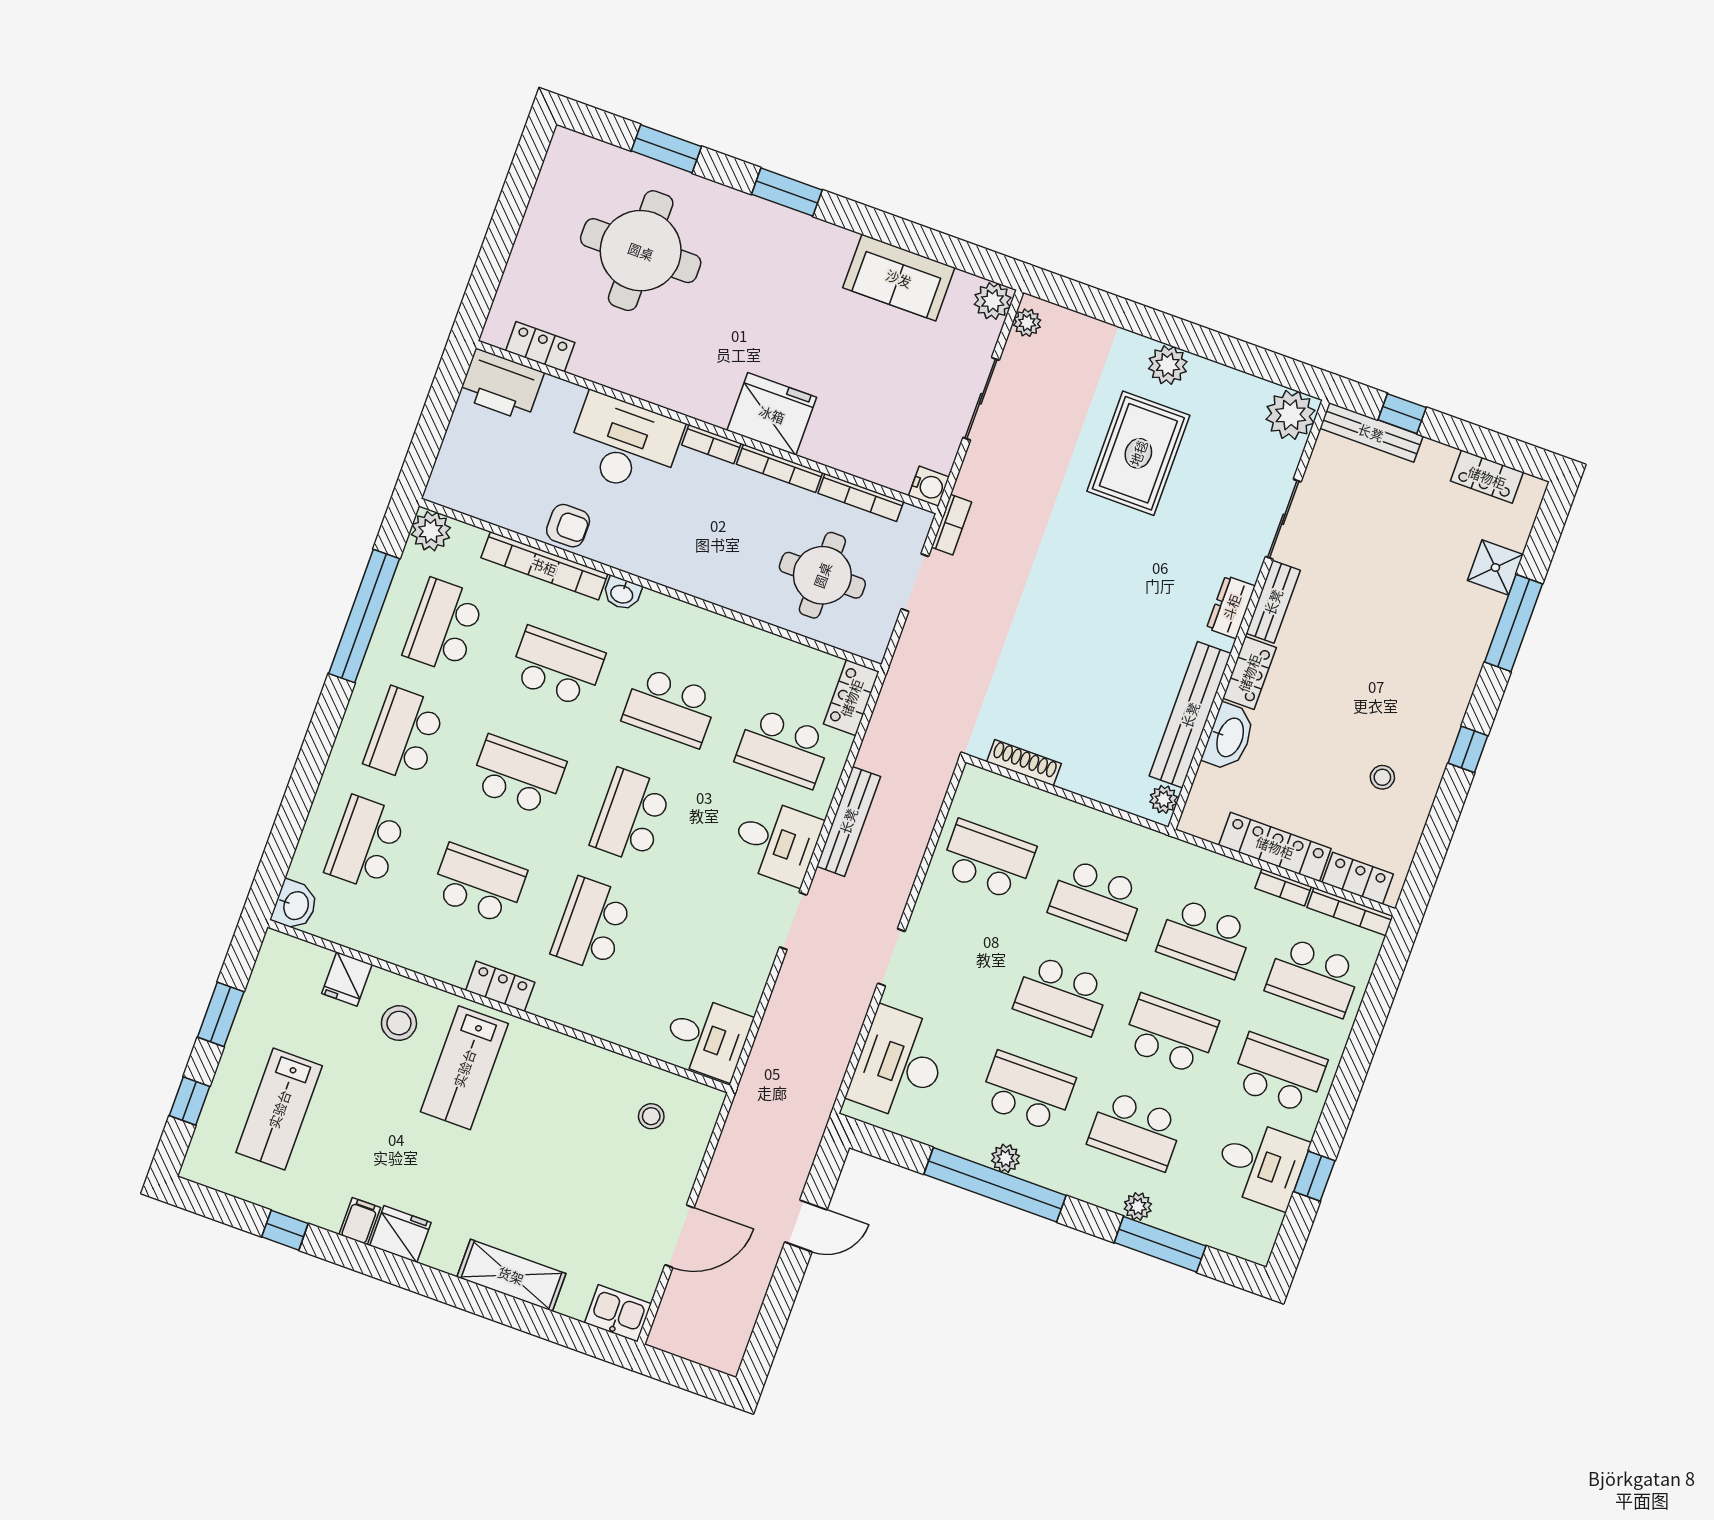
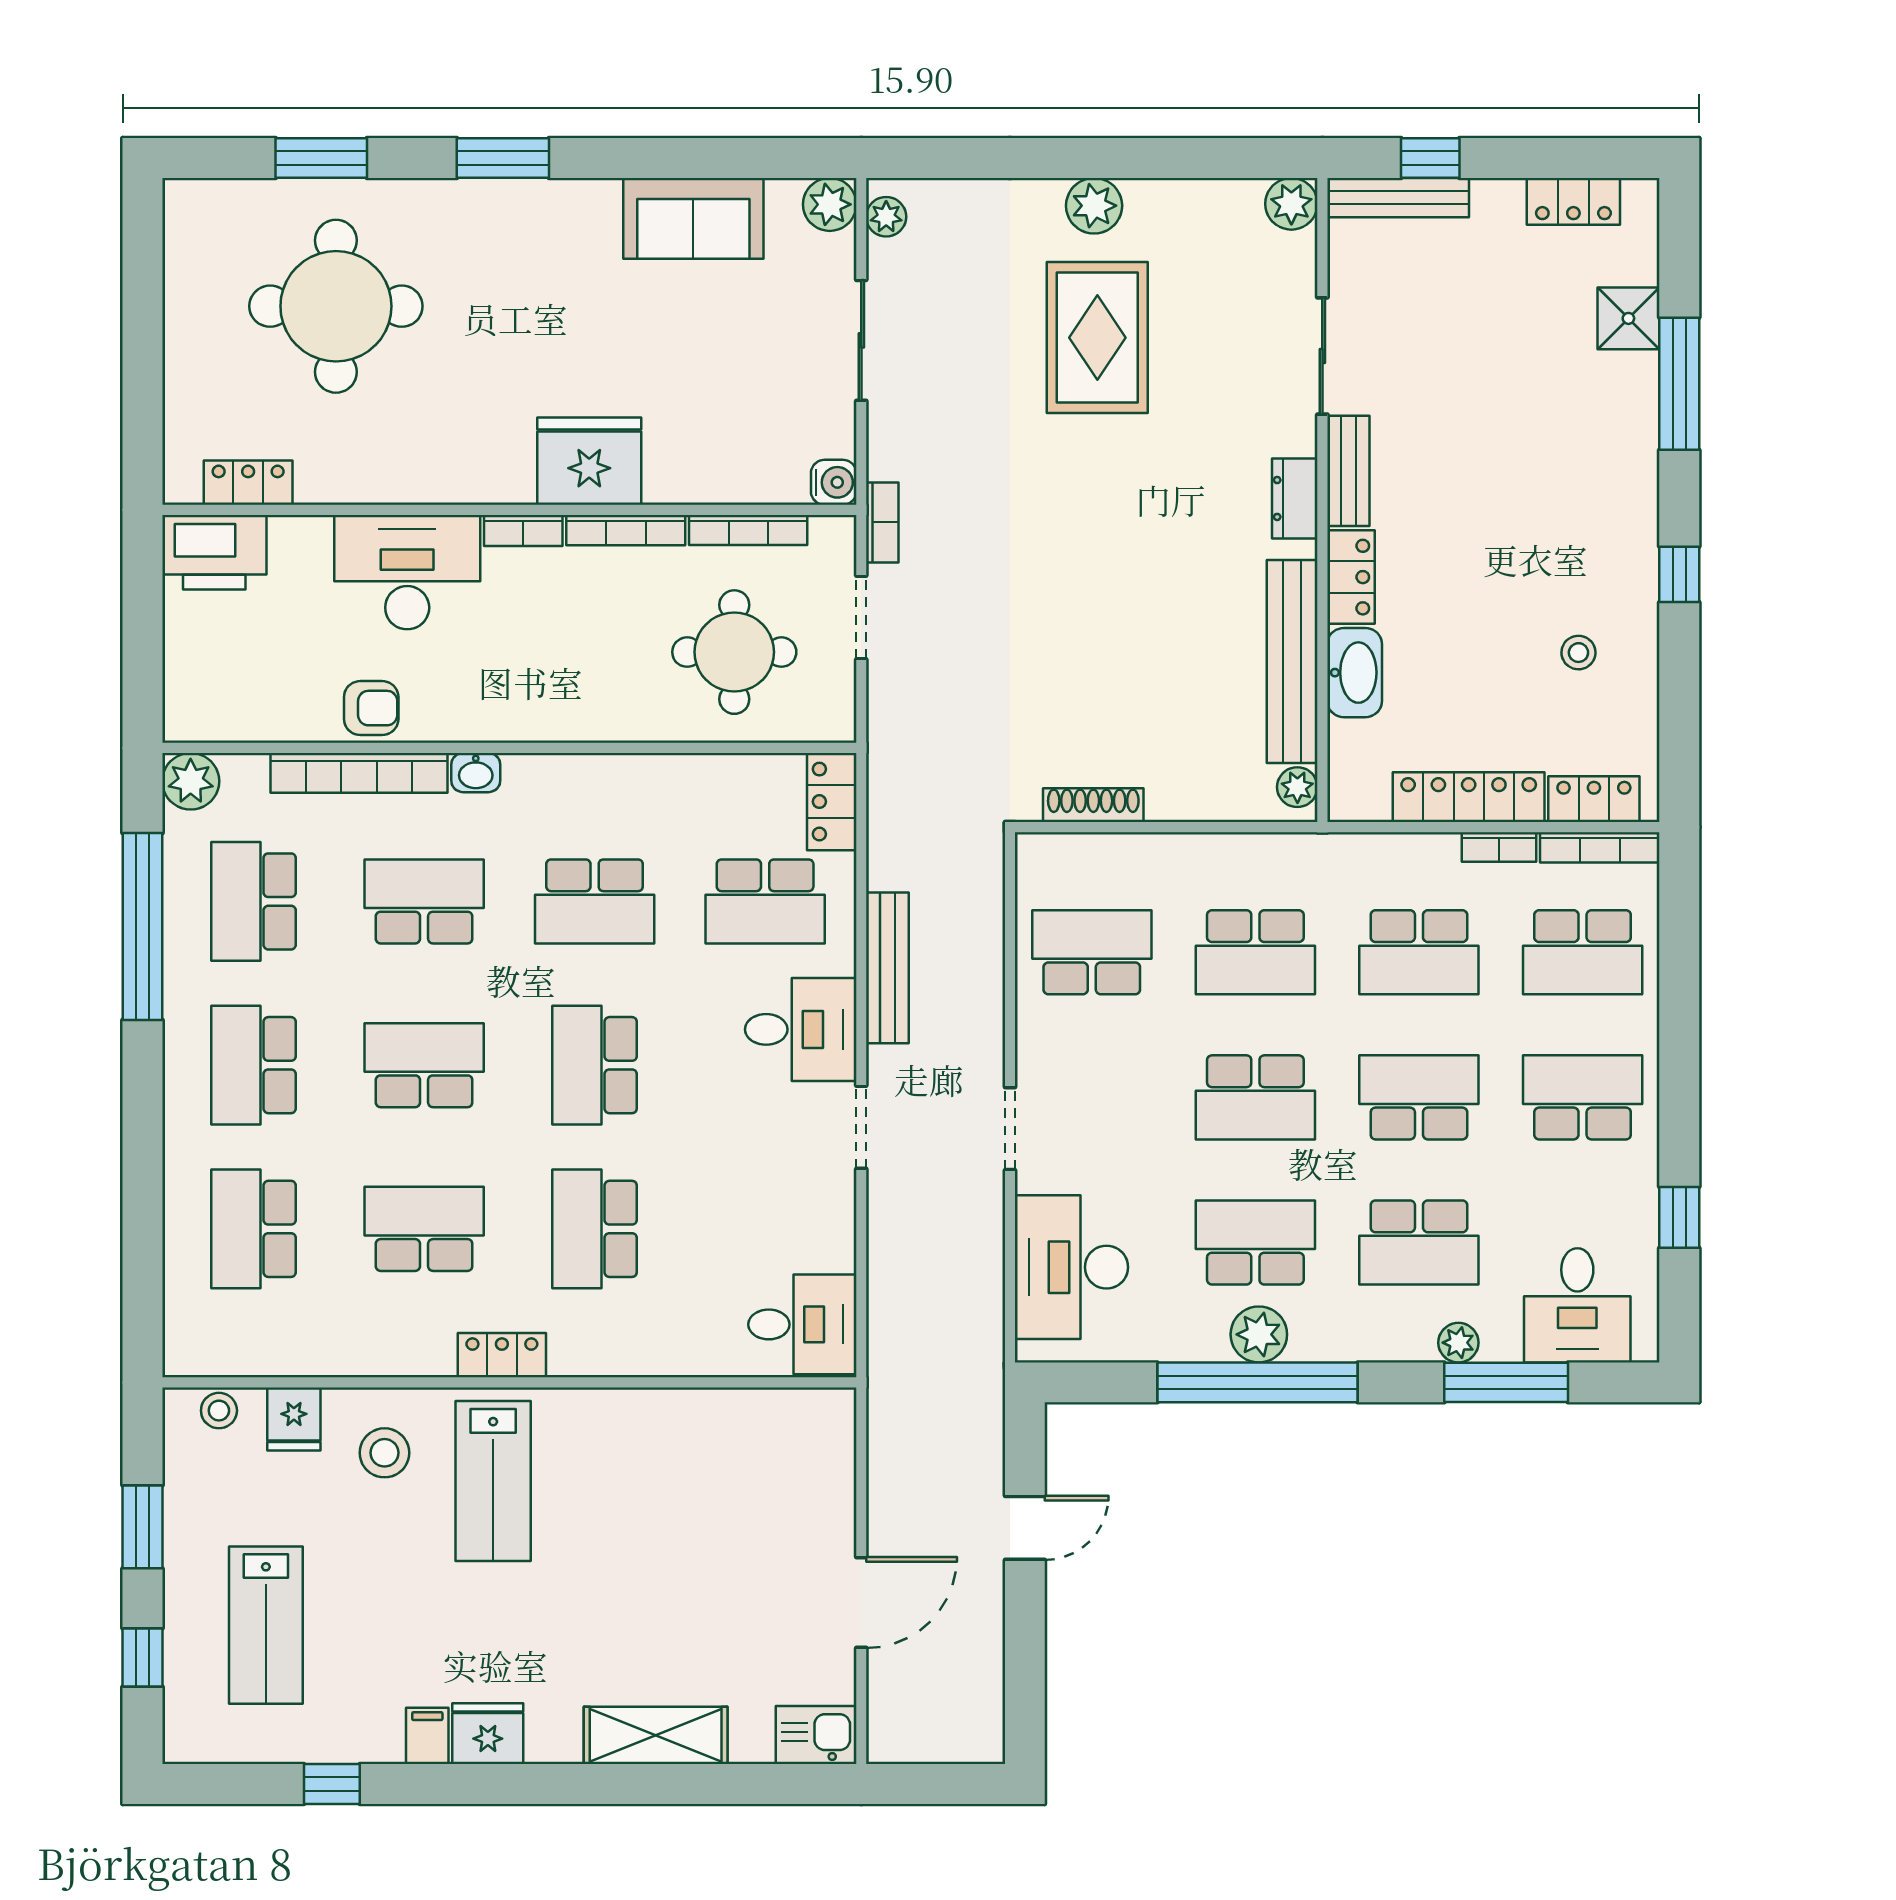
plant: (1291, 415) -> (1291, 204), width x0.73, depth x0.73
washbasin: (295, 905) -> (189, 1346), removed
stool: (651, 1116) -> (219, 1411), moved
plant: (1006, 1158) -> (1259, 1334), width x1.38, depth x1.38
desk: (1261, 1164) -> (1577, 1305), moved, turned 90

